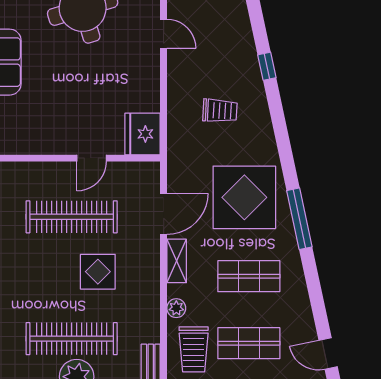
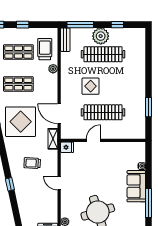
door: (164, 34) -> (59, 183), moved
fridge: (143, 134) -> (67, 147), width x0.53, depth x0.75
door: (164, 214) -> (59, 114), hinge flipped
shelving: (177, 261) -> (53, 139), moved

